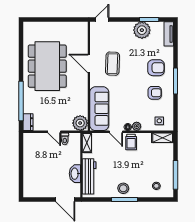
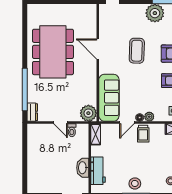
coffee table: (112, 64) -> (137, 51), moved
door: (116, 132) -> (127, 123), hinge flipped
workbench: (89, 176) -> (98, 171), width x0.73

